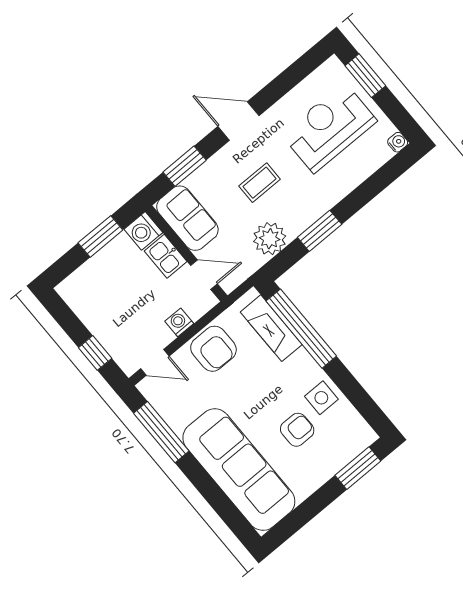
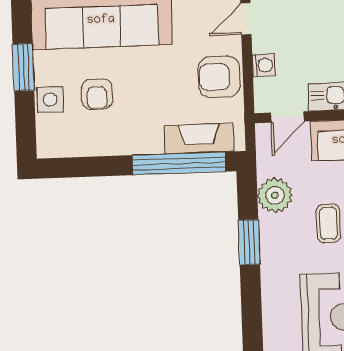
side table: (321, 398) -> (50, 99), moved
window: (358, 468) -> (23, 67), moved

